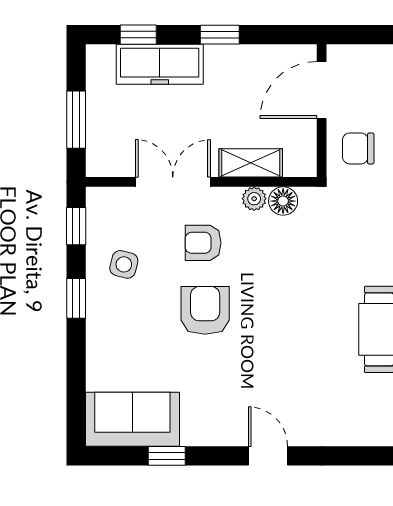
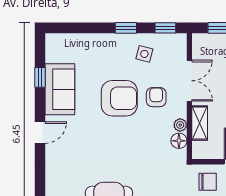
chair: (358, 148) -> (208, 182), turned 90
armchair: (205, 310) -> (119, 98), width x1.36, depth x1.36
sofa: (132, 419) -> (60, 89), moved

